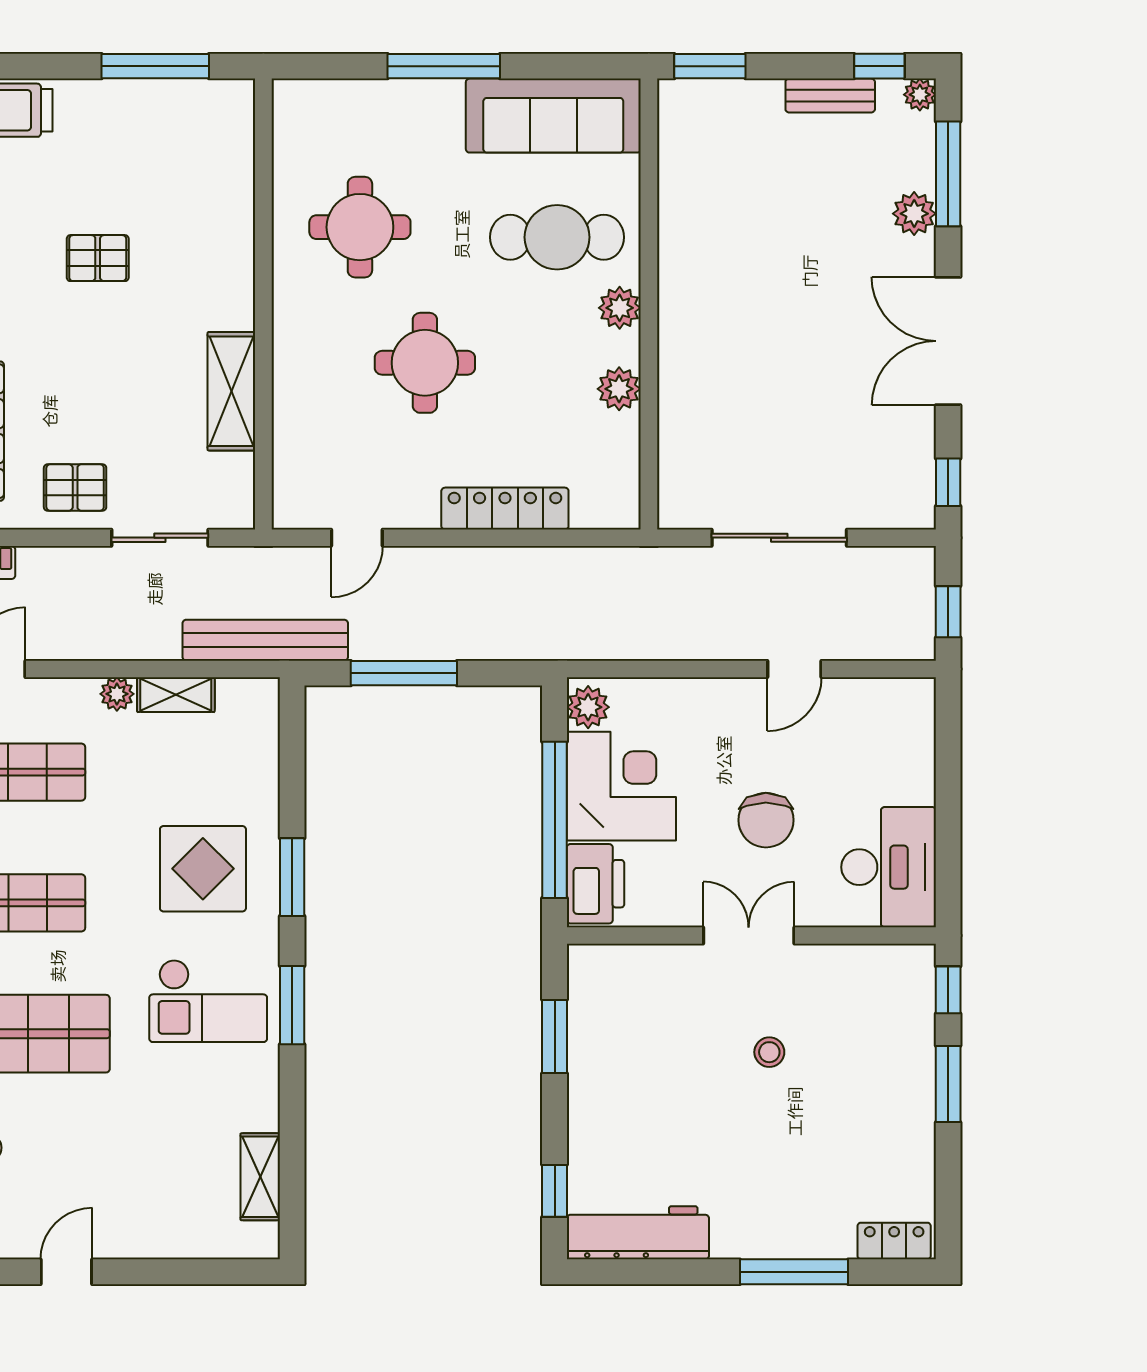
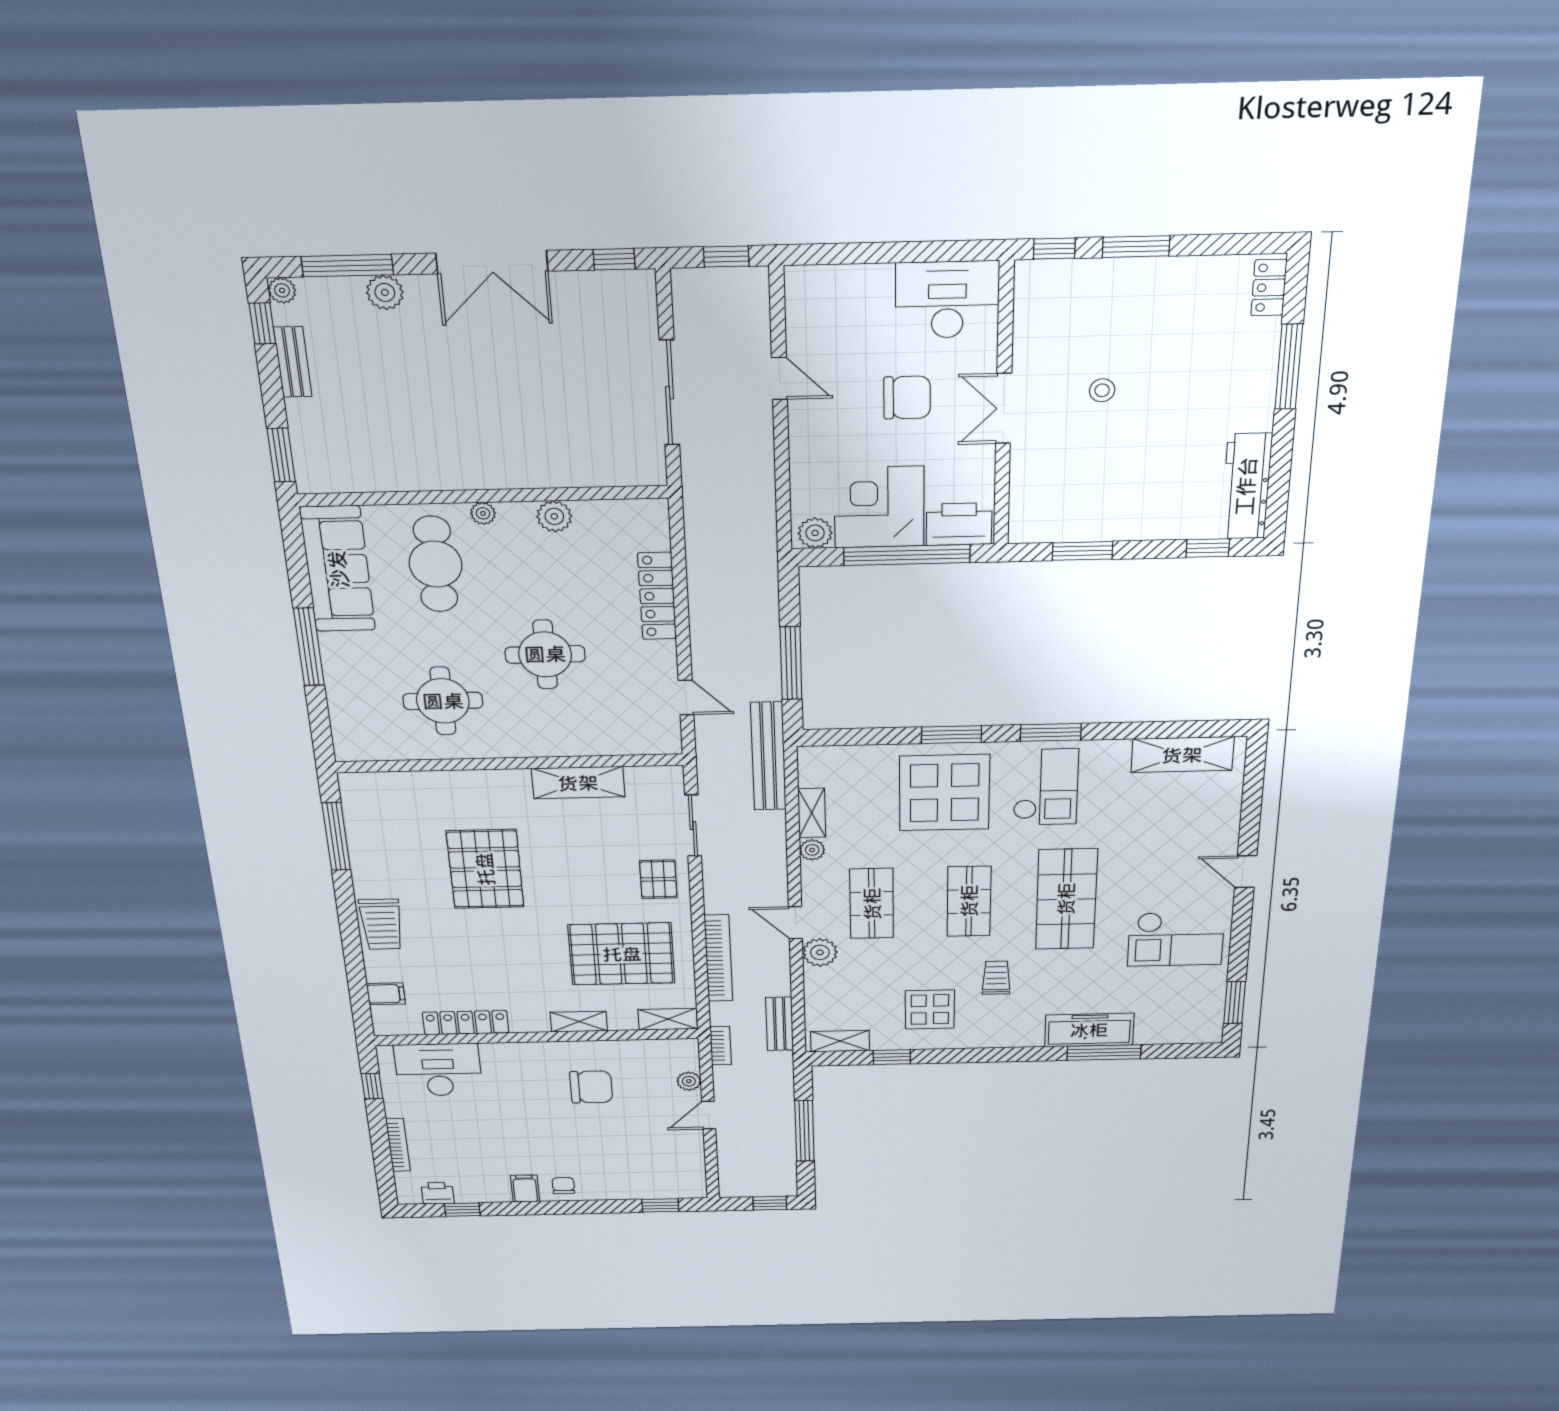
pallet: (98, 258) -> (485, 869), width x2.05, depth x2.00
plant: (620, 308) -> (483, 513), width x0.73, depth x0.73
display table: (203, 869) -> (944, 793), width x1.36, depth x1.36
shelving: (260, 1177) -> (1182, 755), width x1.50, depth x1.33

